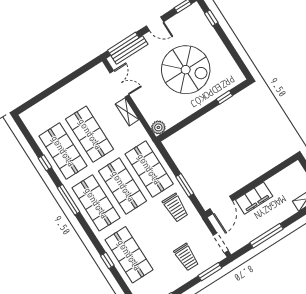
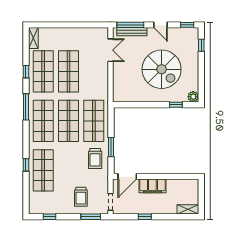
shelving: (127, 112) -> (33, 38), moved
plant: (158, 127) -> (193, 97), moved
window: (267, 236) -> (145, 217), width x0.46

